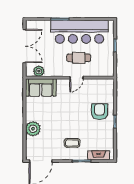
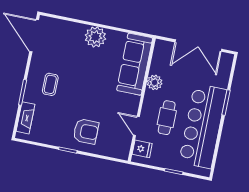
fridge: (104, 70) -> (142, 149), added
plant: (39, 71) -> (155, 82), moved
door: (77, 78) -> (136, 126), moved
sofa: (41, 87) -> (135, 64), width x1.36
plant: (33, 129) -> (95, 37), moved

